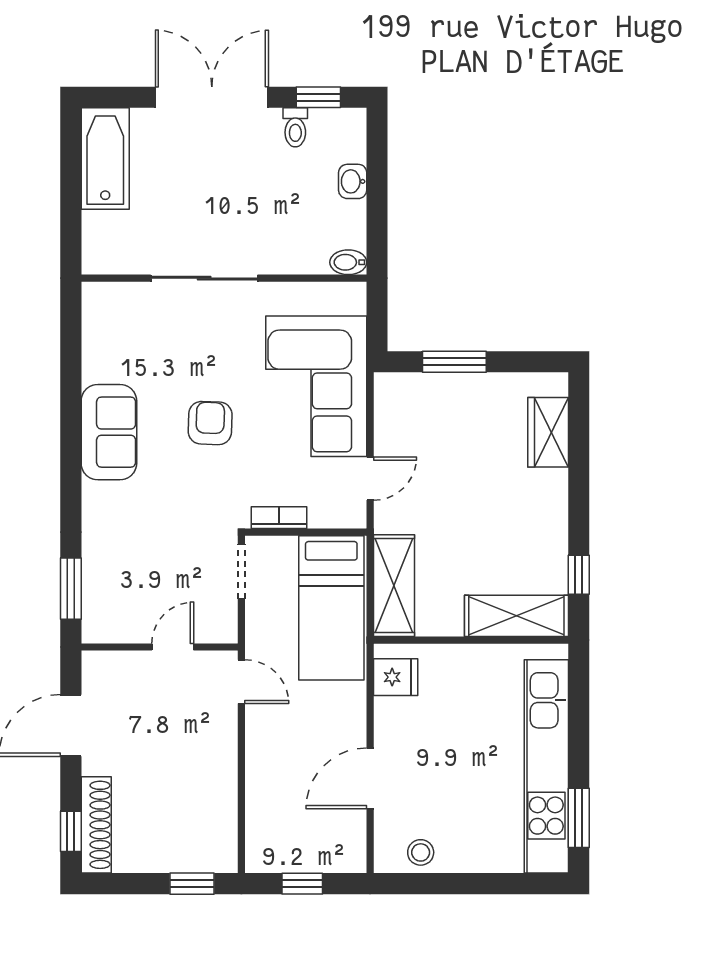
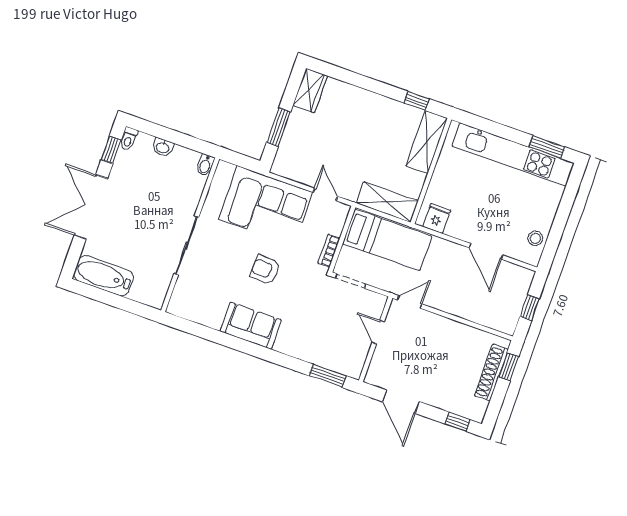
toilet: (295, 127) -> (129, 139), moved, turned 90
wardrobe: (548, 432) -> (310, 90), moved, turned -90
shoe rack: (96, 825) -> (491, 373), moved, turned -90

